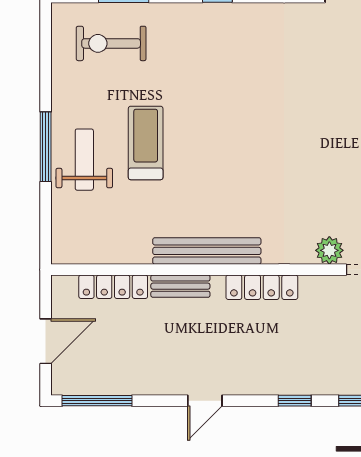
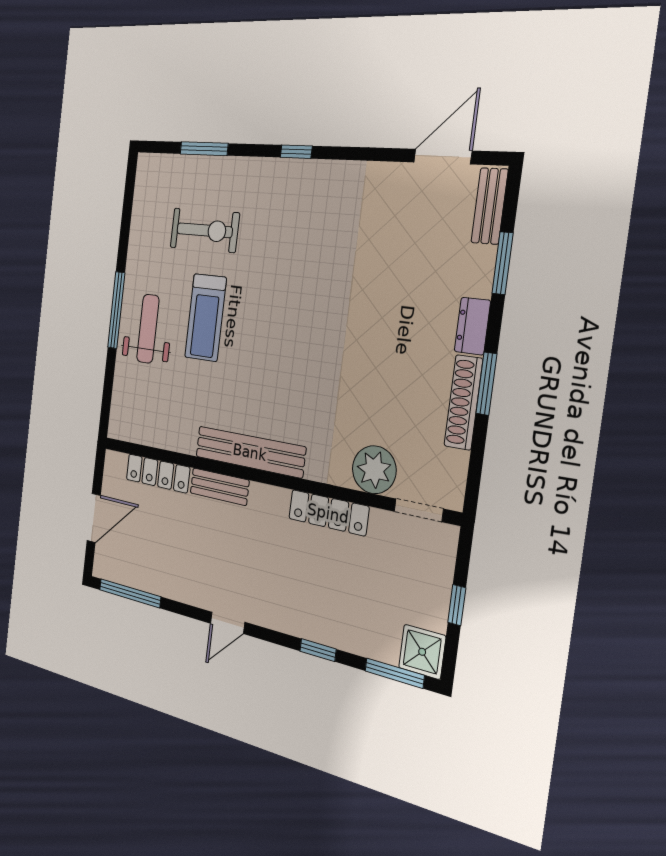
exercise bike: (111, 43) -> (204, 230), moved, turned 180
treadmill: (146, 143) -> (205, 318), turned 180
plant: (329, 250) -> (374, 470), width x1.36, depth x1.36
locker: (262, 287) -> (328, 513), moved

